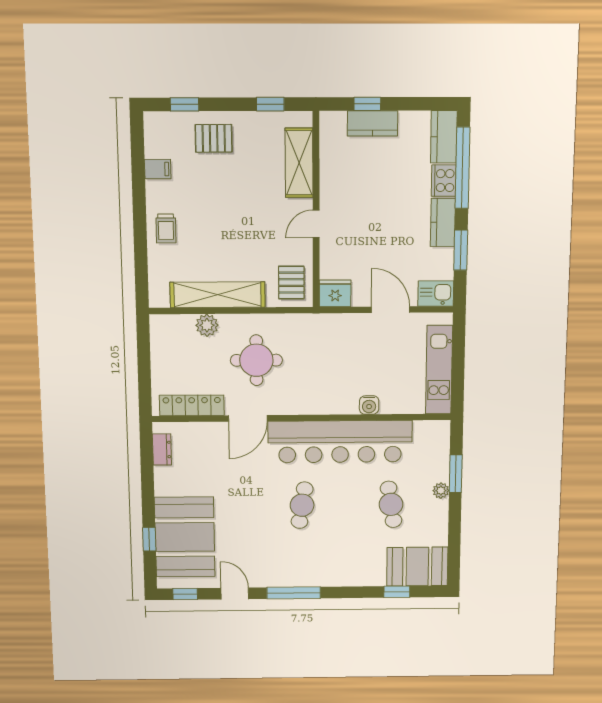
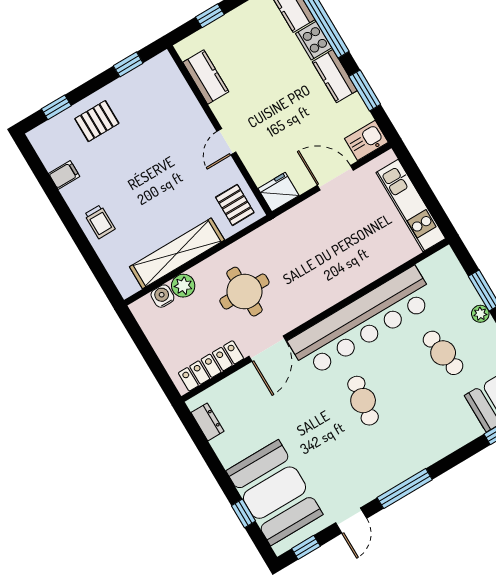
kitchen counter: (372, 123) -> (206, 77), moved, turned -90
shelving: (299, 163) -> (181, 99), removed
water cooler: (369, 405) -> (162, 296), moved, turned 180
door: (235, 593) -> (351, 521), swing flipped

